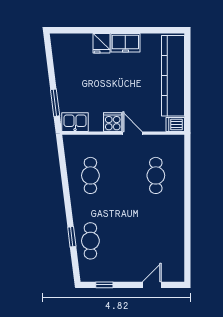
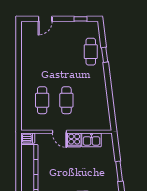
window: (55, 103) -> (119, 171), moved
kitchen sink: (75, 122) -> (91, 140), moved
cafe table: (90, 175) -> (66, 100), moved

